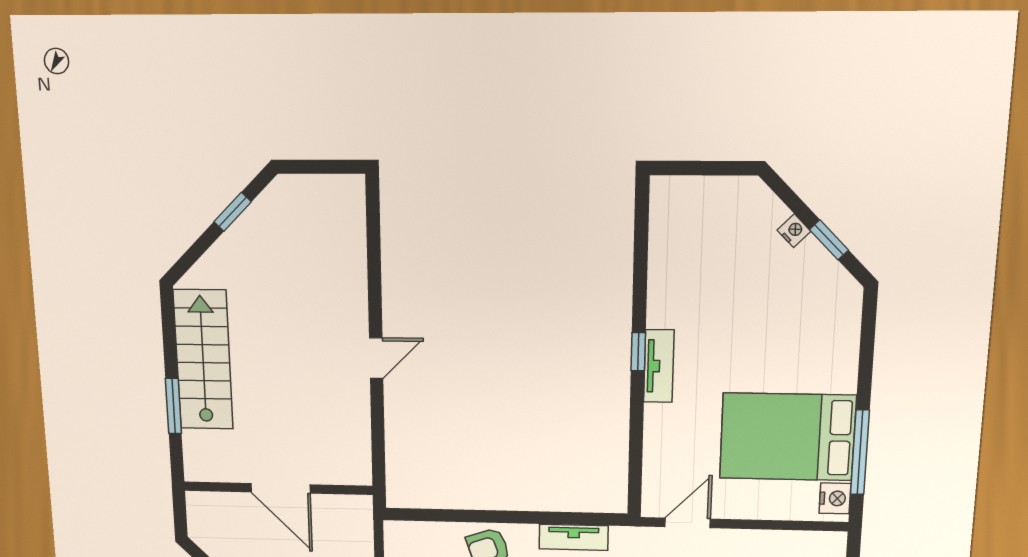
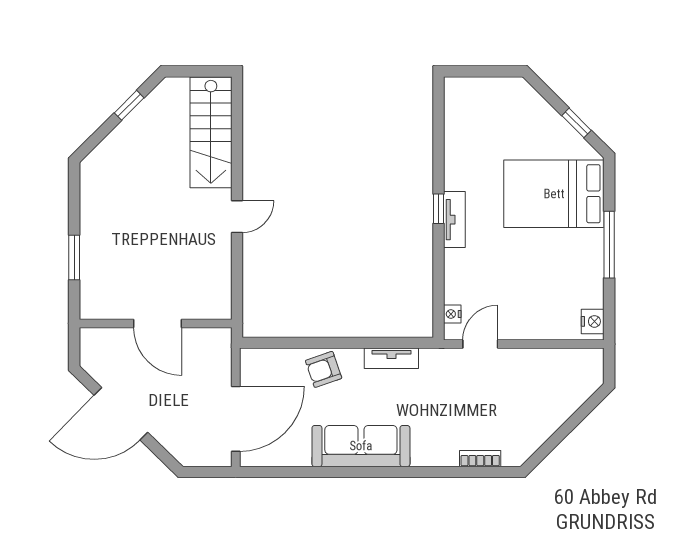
nightstand: (794, 231) -> (452, 314), moved, turned -135
stairs: (203, 360) -> (211, 133), moved, turned 180
bed: (787, 437) -> (554, 194), moved
window: (860, 452) -> (609, 245), moved

